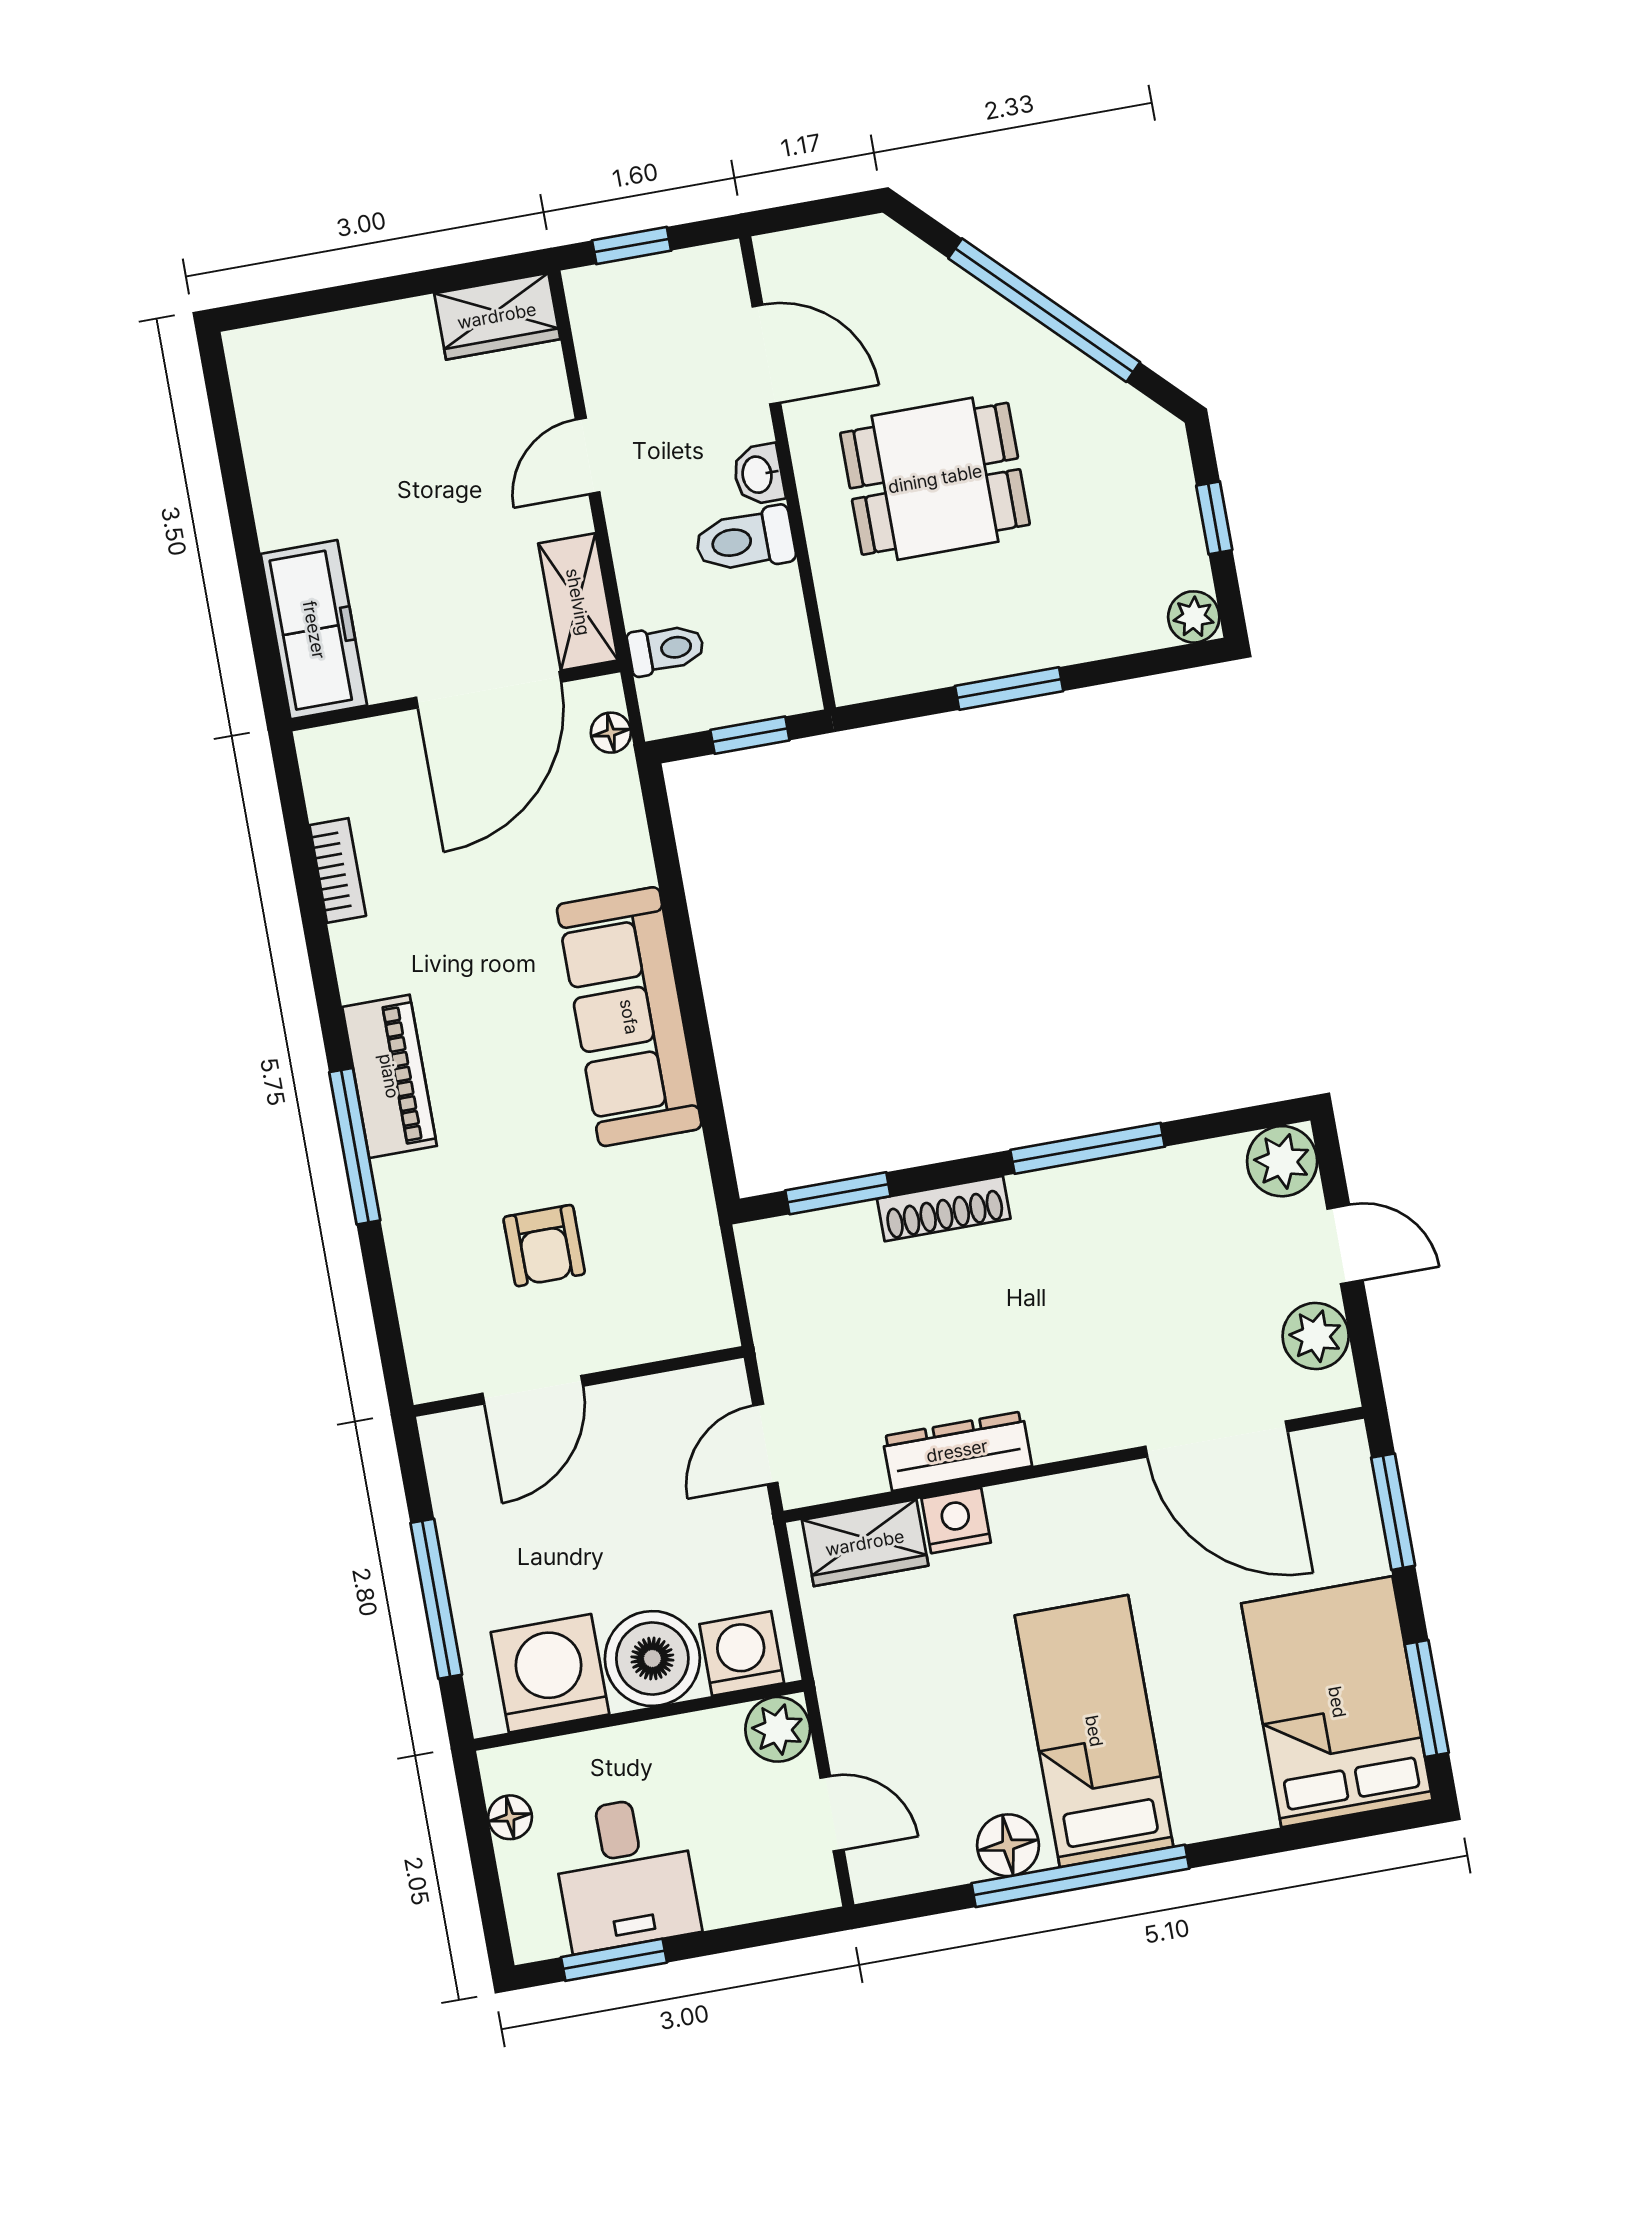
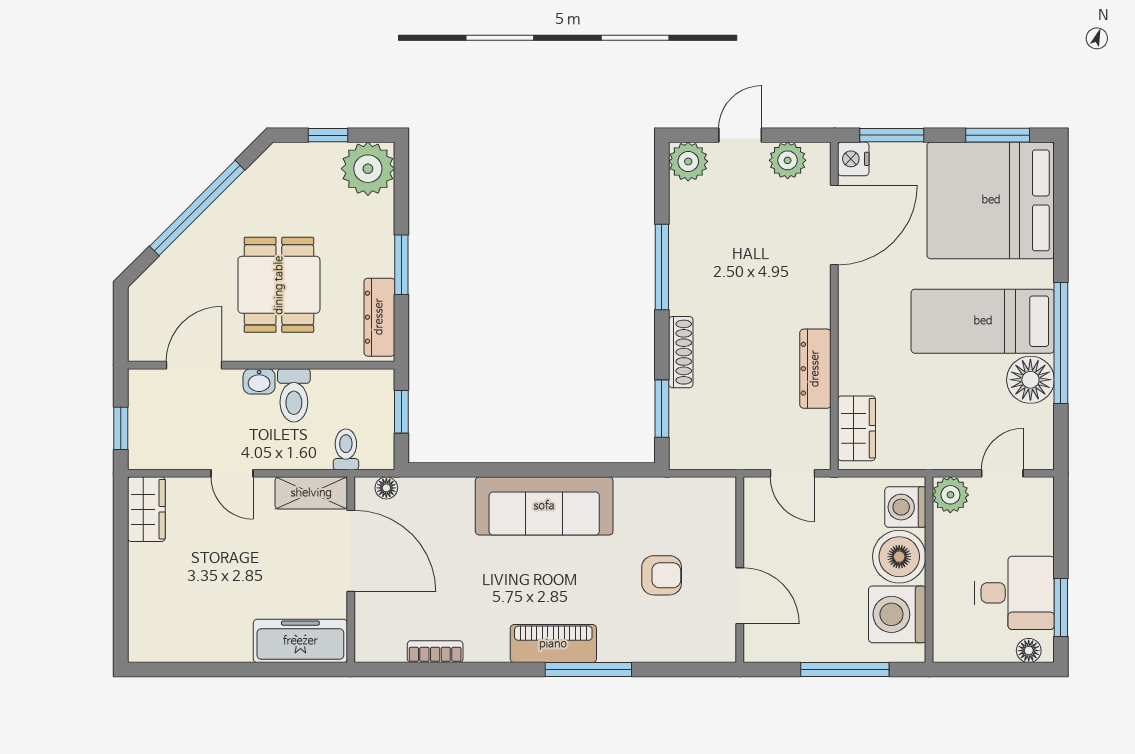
plant: (1194, 617) -> (368, 169), width x1.88, depth x1.88
dresser: (910, 666) -> (379, 317), added
nightstand: (956, 1520) -> (853, 159), moved
bed: (1337, 1702) -> (991, 200), width x1.36
floor lamp: (510, 1817) -> (1029, 651), moved
floor lamp: (1008, 1845) -> (1030, 380), width x1.38, depth x1.38

